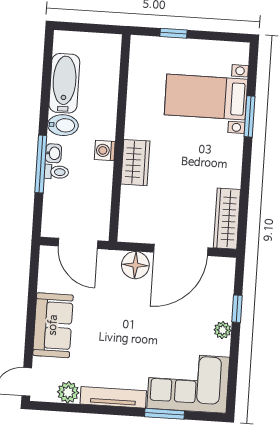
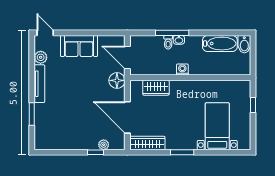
window: (249, 116) -> (182, 152), moved
bidet: (63, 125) -> (244, 44), moved
wardrobe: (135, 163) -> (156, 88), moved
door: (78, 243) -> (127, 57), hinge flipped
floor lamp: (135, 265) -> (117, 80), moved
plant: (223, 330) -> (104, 145), moved
corner sofa: (188, 383) -> (51, 127), removed

